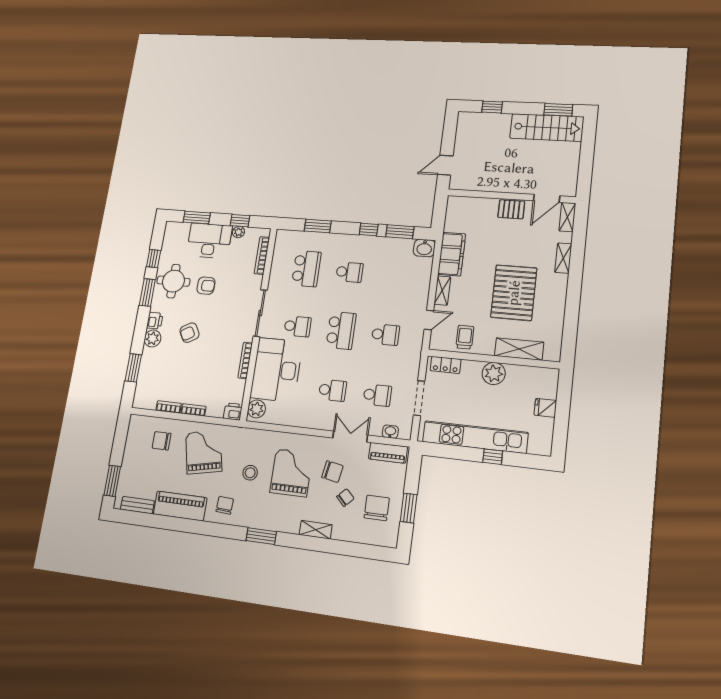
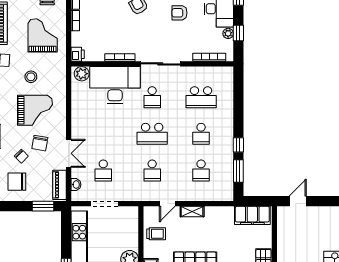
door: (445, 165) -> (298, 201), hinge flipped
window: (318, 226) -> (238, 101), removed
washbasin: (424, 248) -> (226, 193), removed
filing cabinet: (452, 254) -> (252, 215), moved
armchair: (206, 286) -> (179, 13), turned 90
door: (429, 320) -> (167, 204), hinge flipped
locker: (446, 365) -> (133, 221), removed
school desk: (332, 390) -> (201, 170), moved
grand piano: (204, 452) -> (43, 35), turned -78
chair: (377, 508) -> (17, 182), turned 180
window: (409, 508) -> (43, 206), moved

